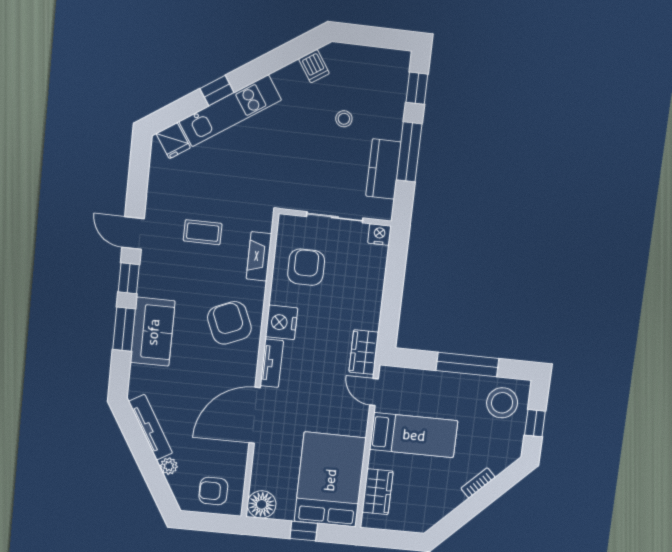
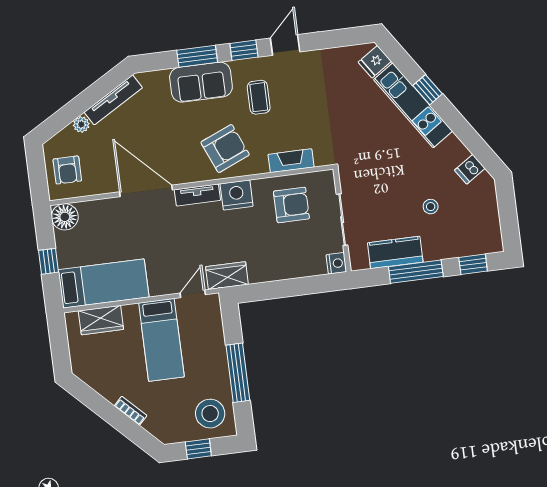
coffee table: (203, 232) -> (259, 97), moved
bed: (330, 480) -> (104, 283), width x0.67
armchair: (213, 491) -> (67, 170), turned 180

